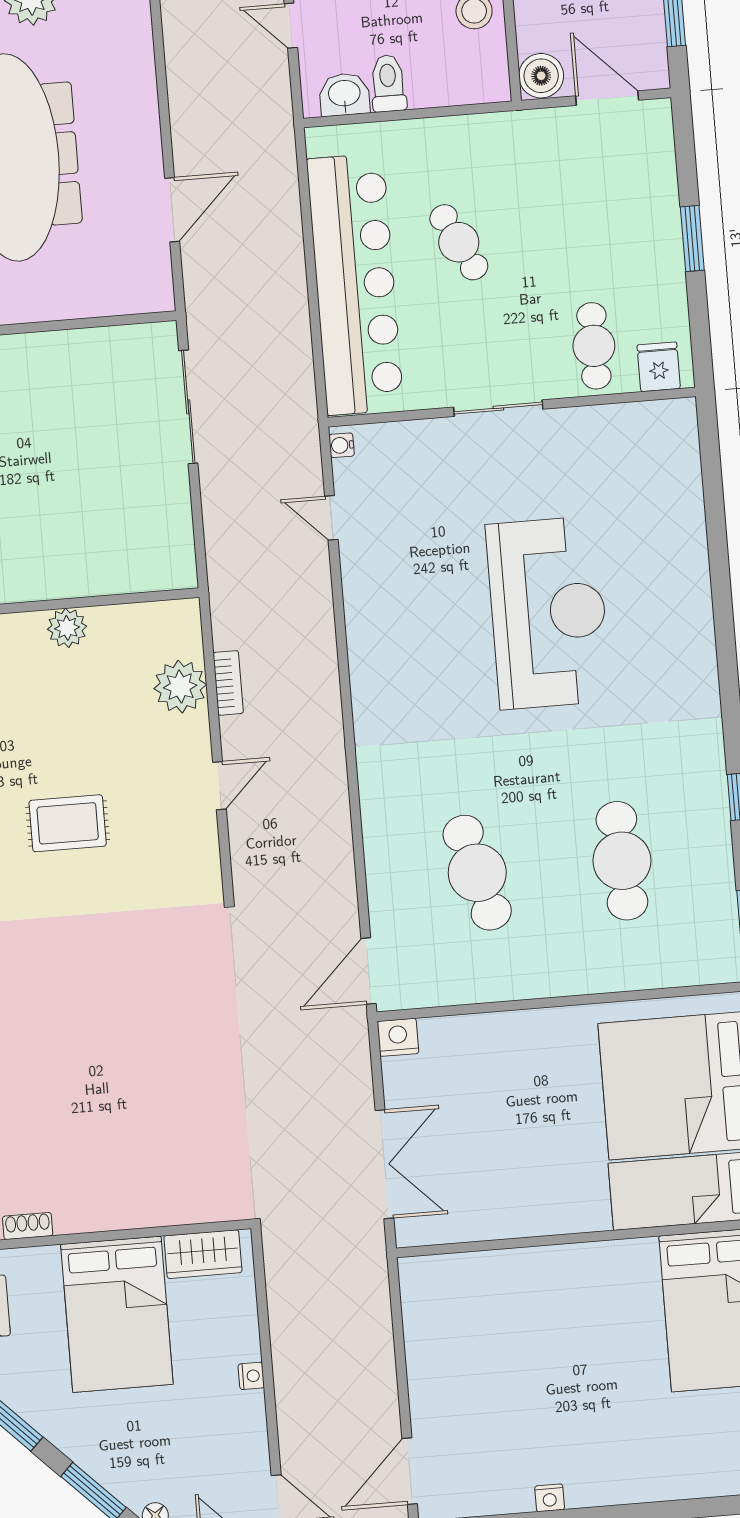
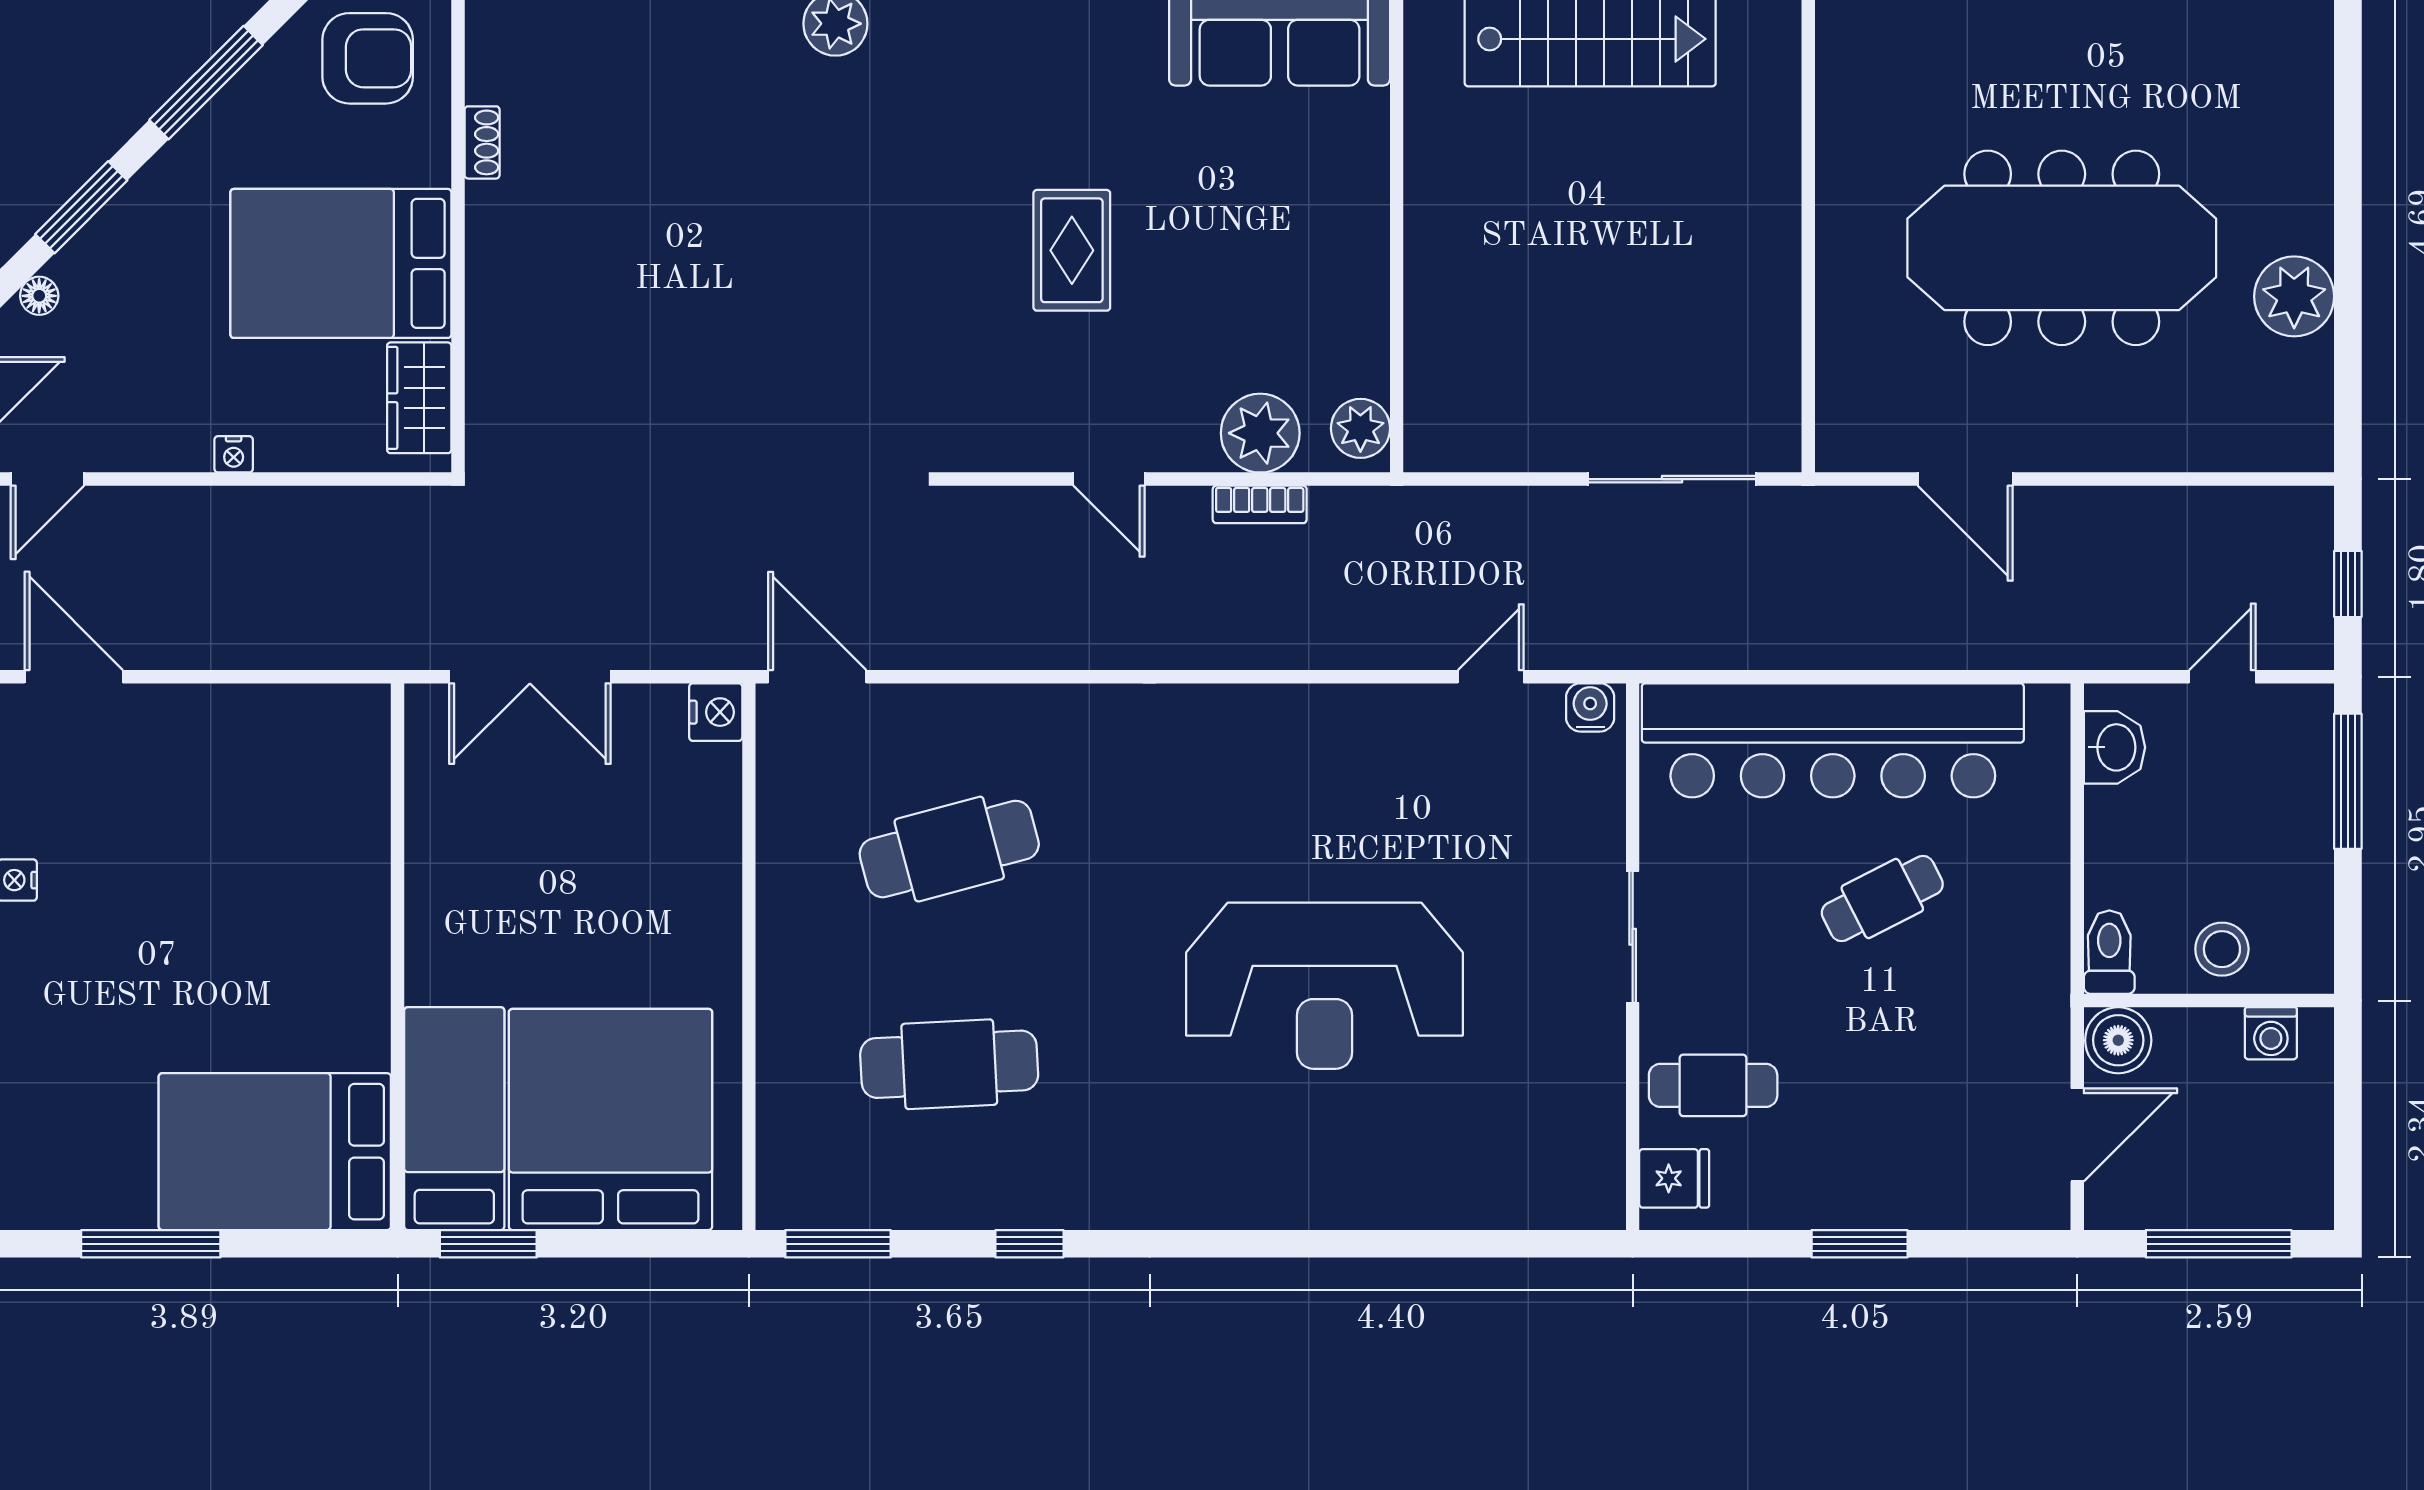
toilet: (388, 83) -> (2109, 952), moved, turned -90
water cooler: (342, 445) -> (1590, 707), width x1.38, depth x1.38
plant: (67, 628) -> (1360, 428), moved

